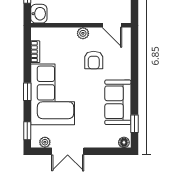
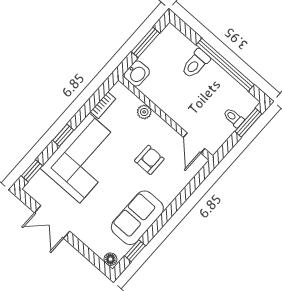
plant: (83, 33) -> (144, 112), moved
armchair: (94, 60) -> (149, 160), turned 180
plant: (45, 142) -> (39, 195), removed

